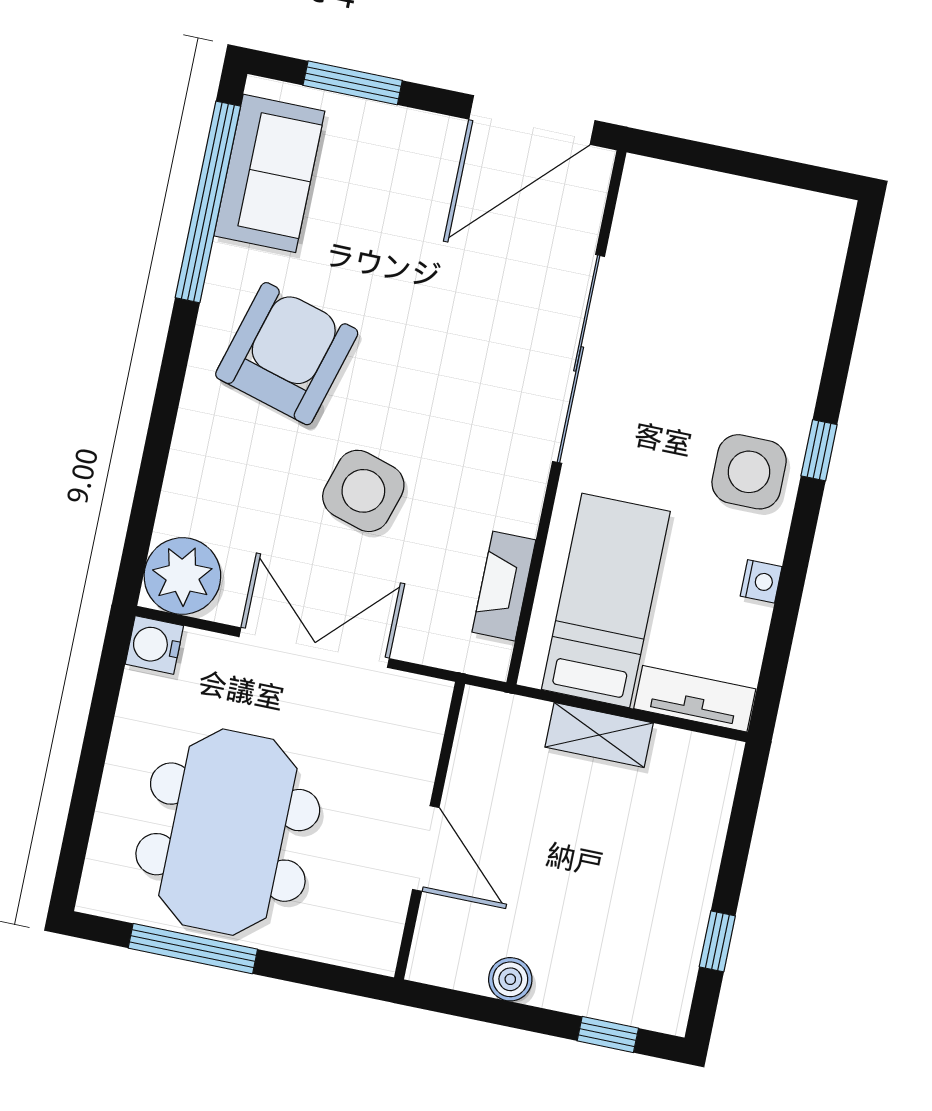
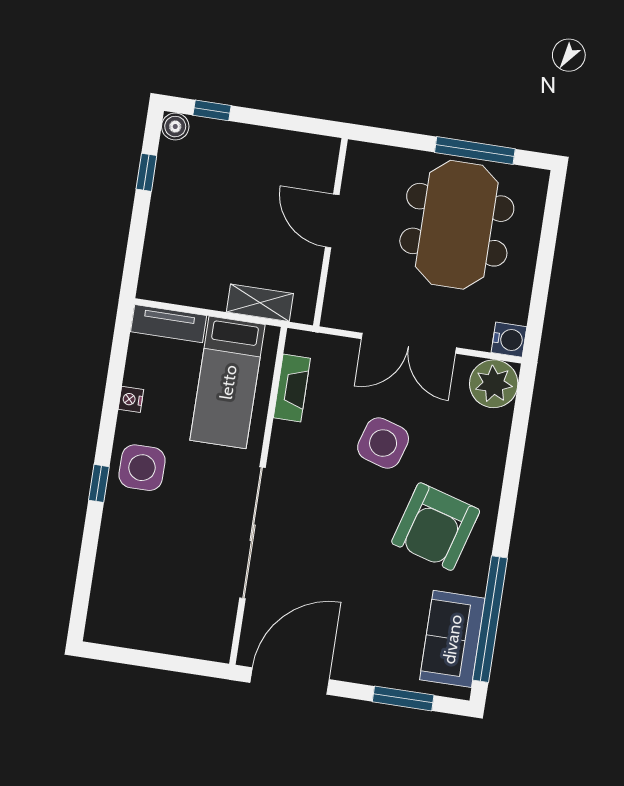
shelving: (599, 735) -> (260, 303), moved
boiler: (510, 979) -> (175, 127), moved

